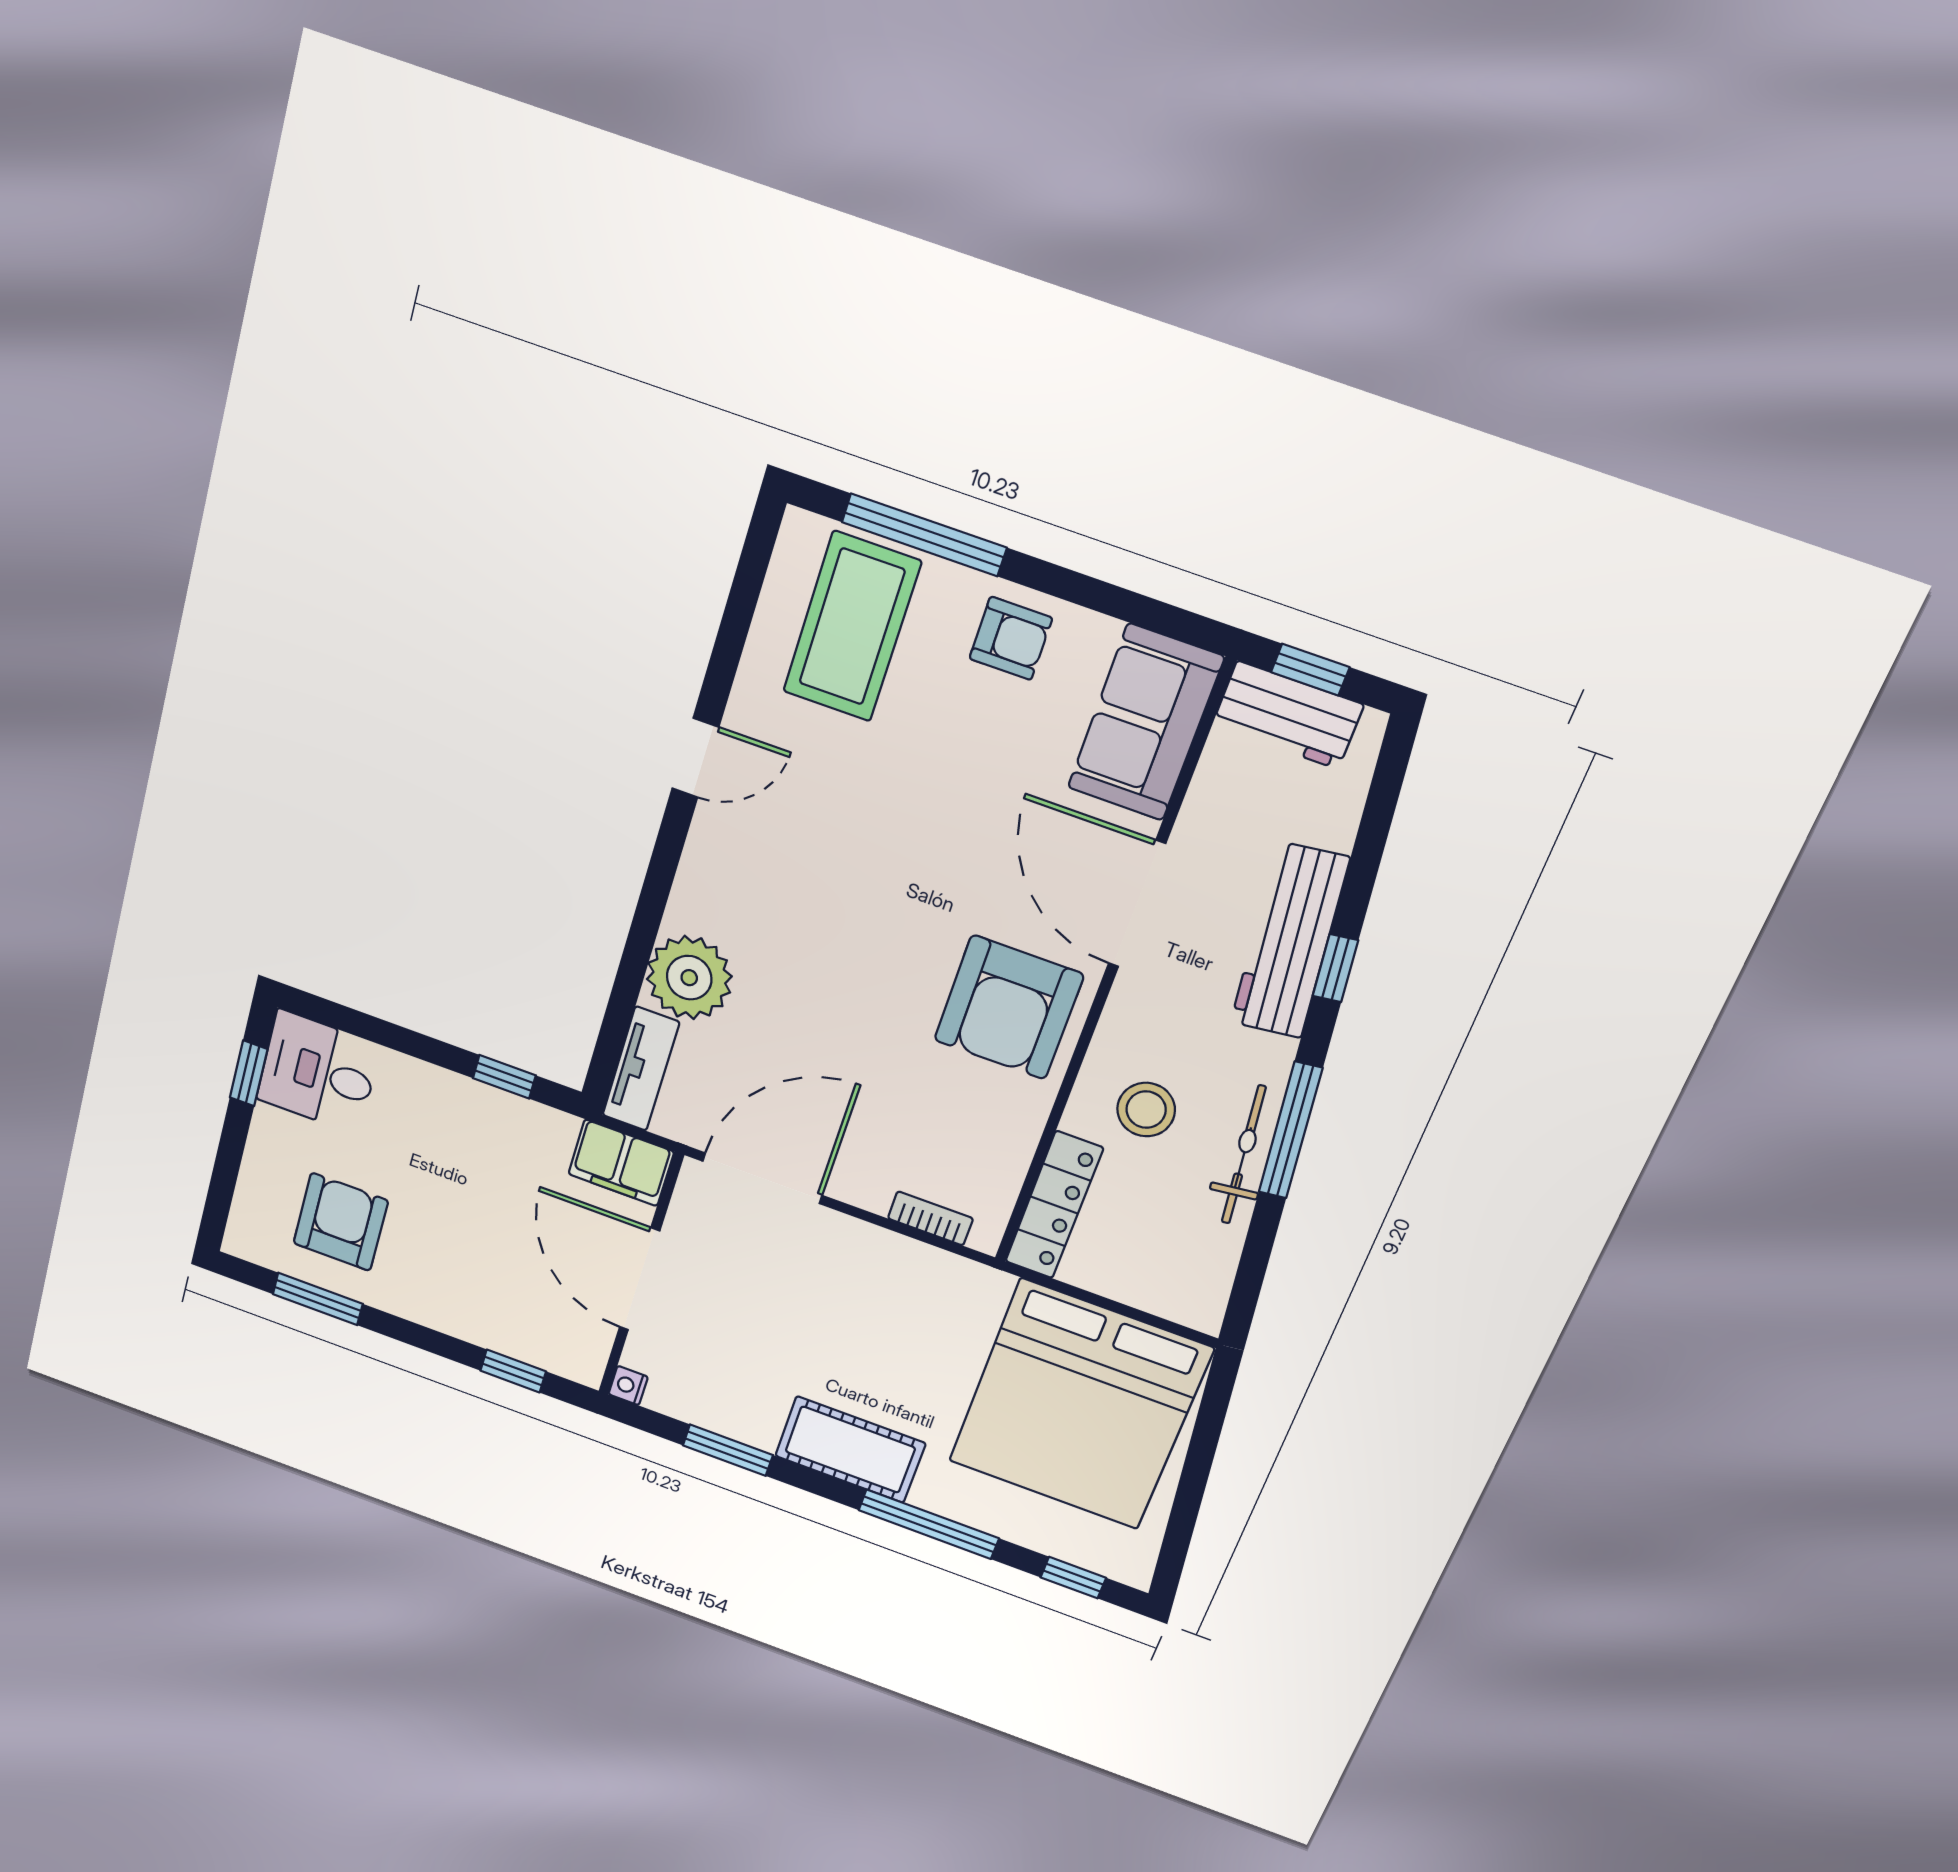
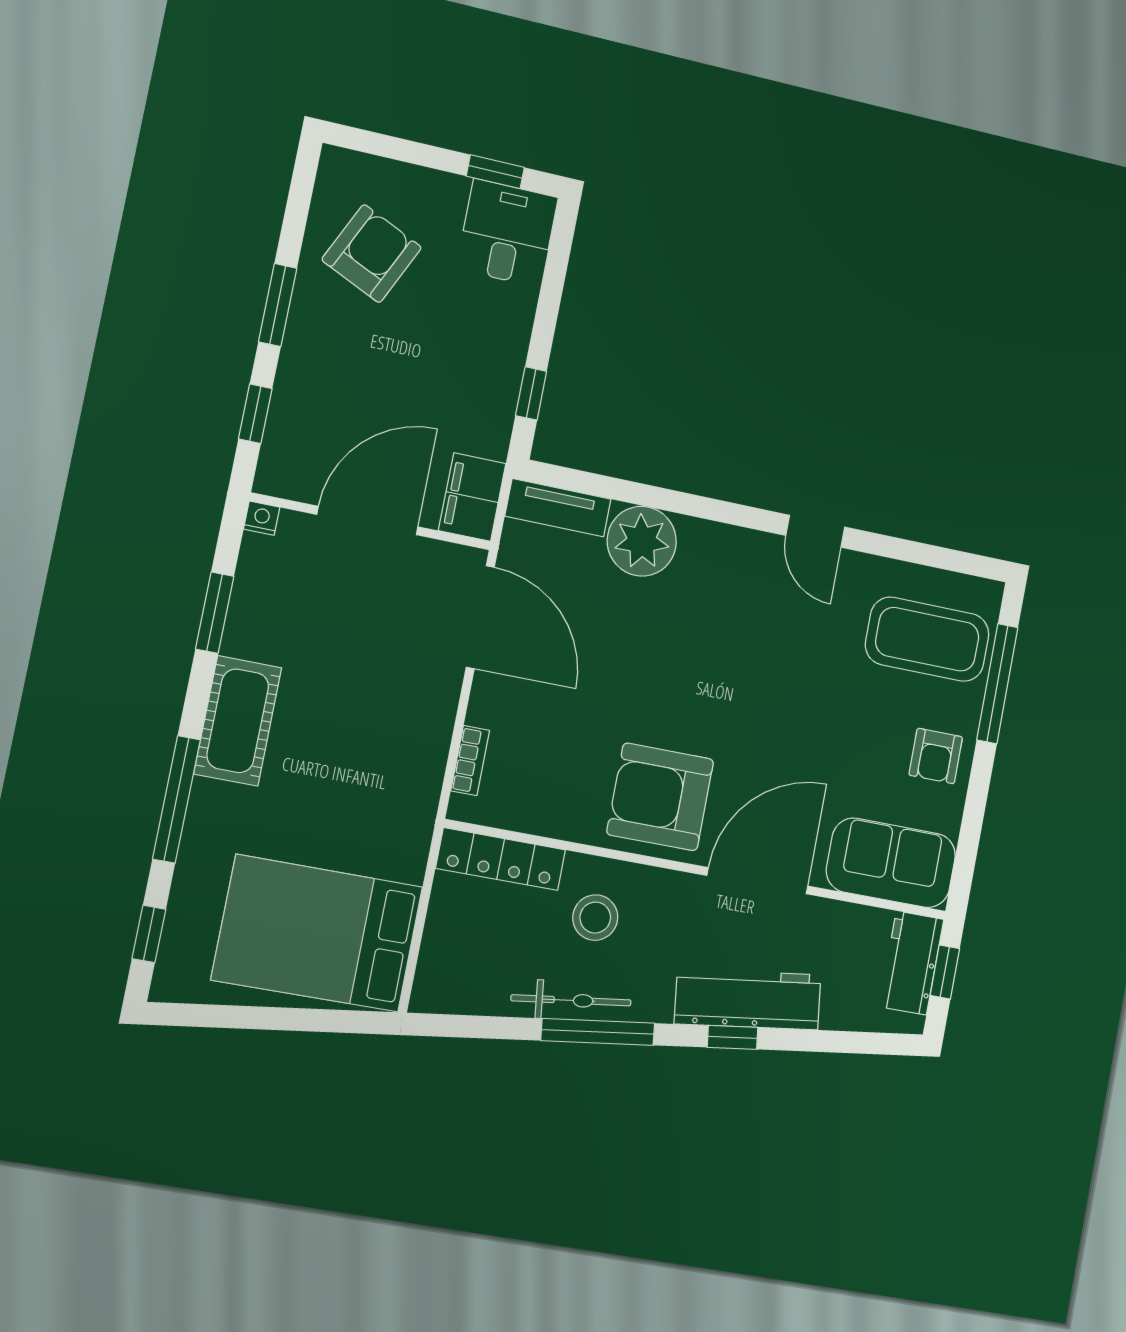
armchair: (341, 1222) -> (372, 254), turned -65
window: (318, 1299) -> (278, 305), moved
bed: (1080, 1405) -> (317, 933), width x0.73

